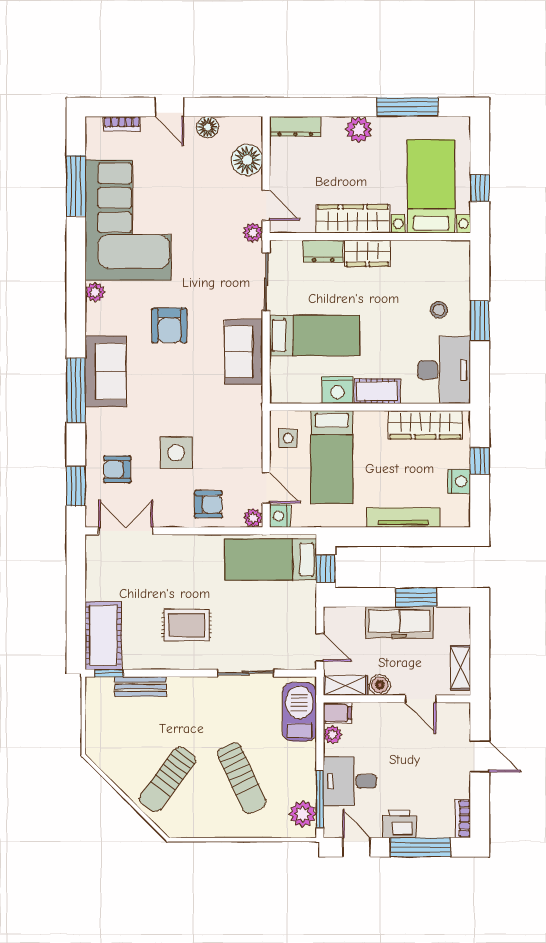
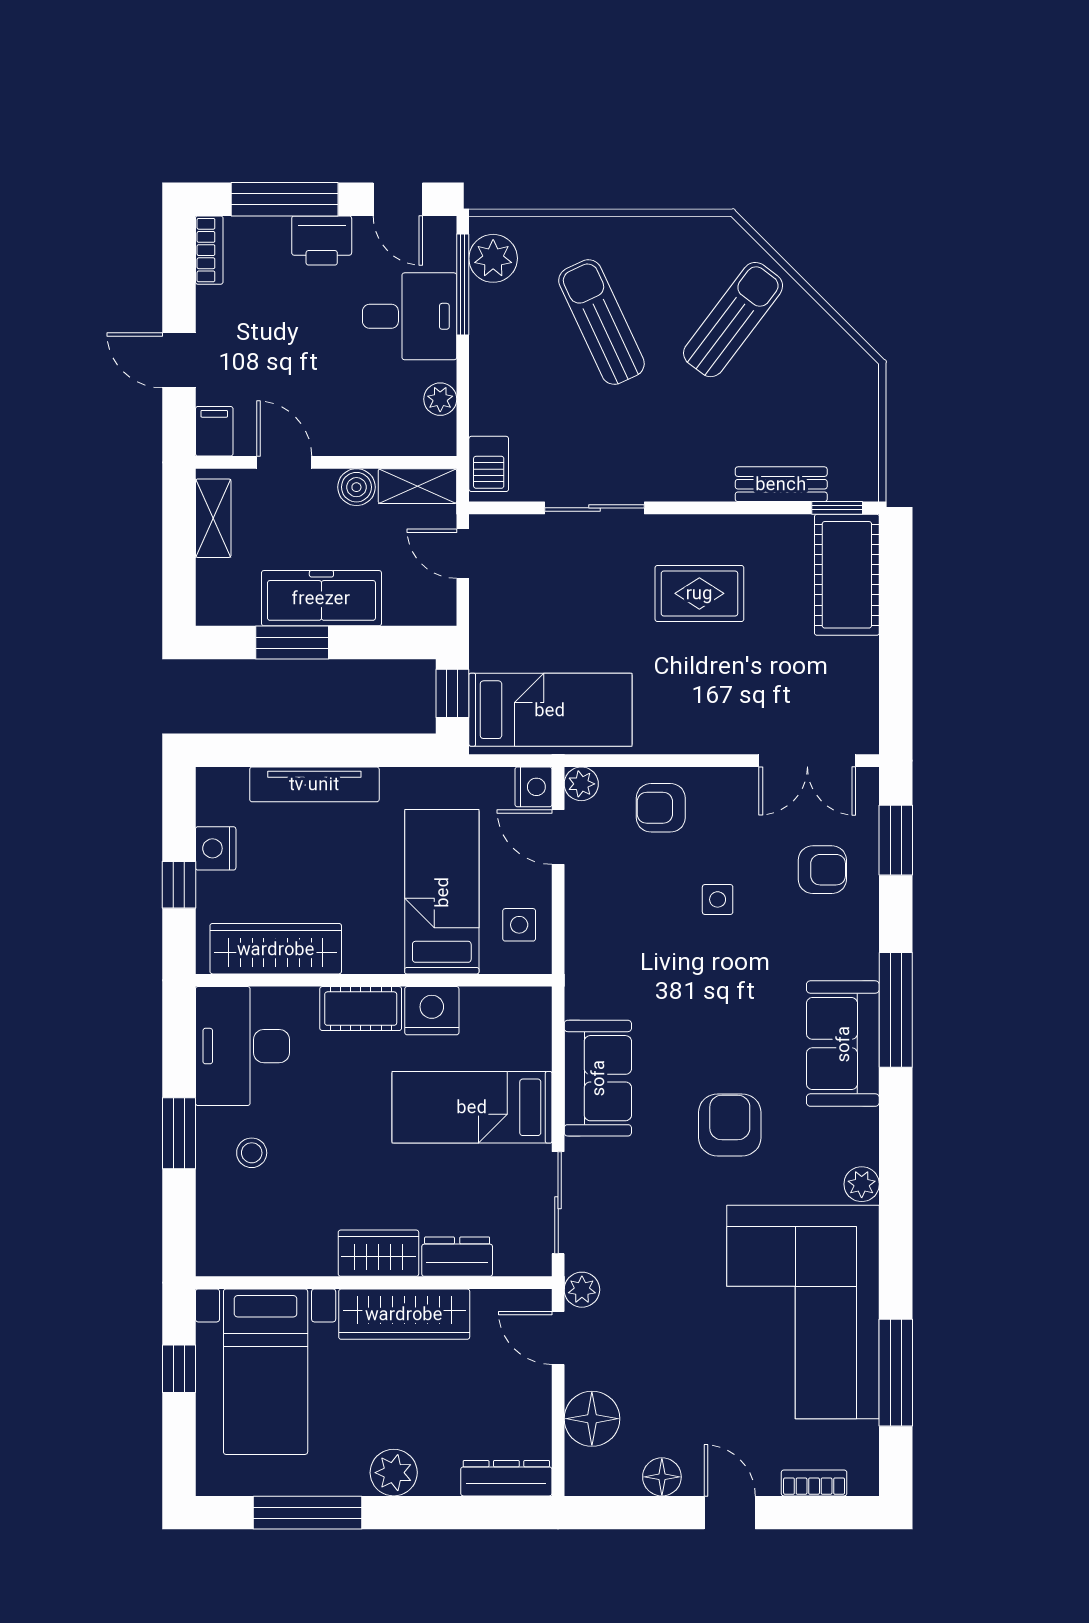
side table: (176, 453) -> (718, 899), width x0.54, depth x0.54
barbecue: (299, 712) -> (489, 464), width x0.53, depth x0.65
filing cabinet: (337, 713) -> (214, 431), moved, turned 90

